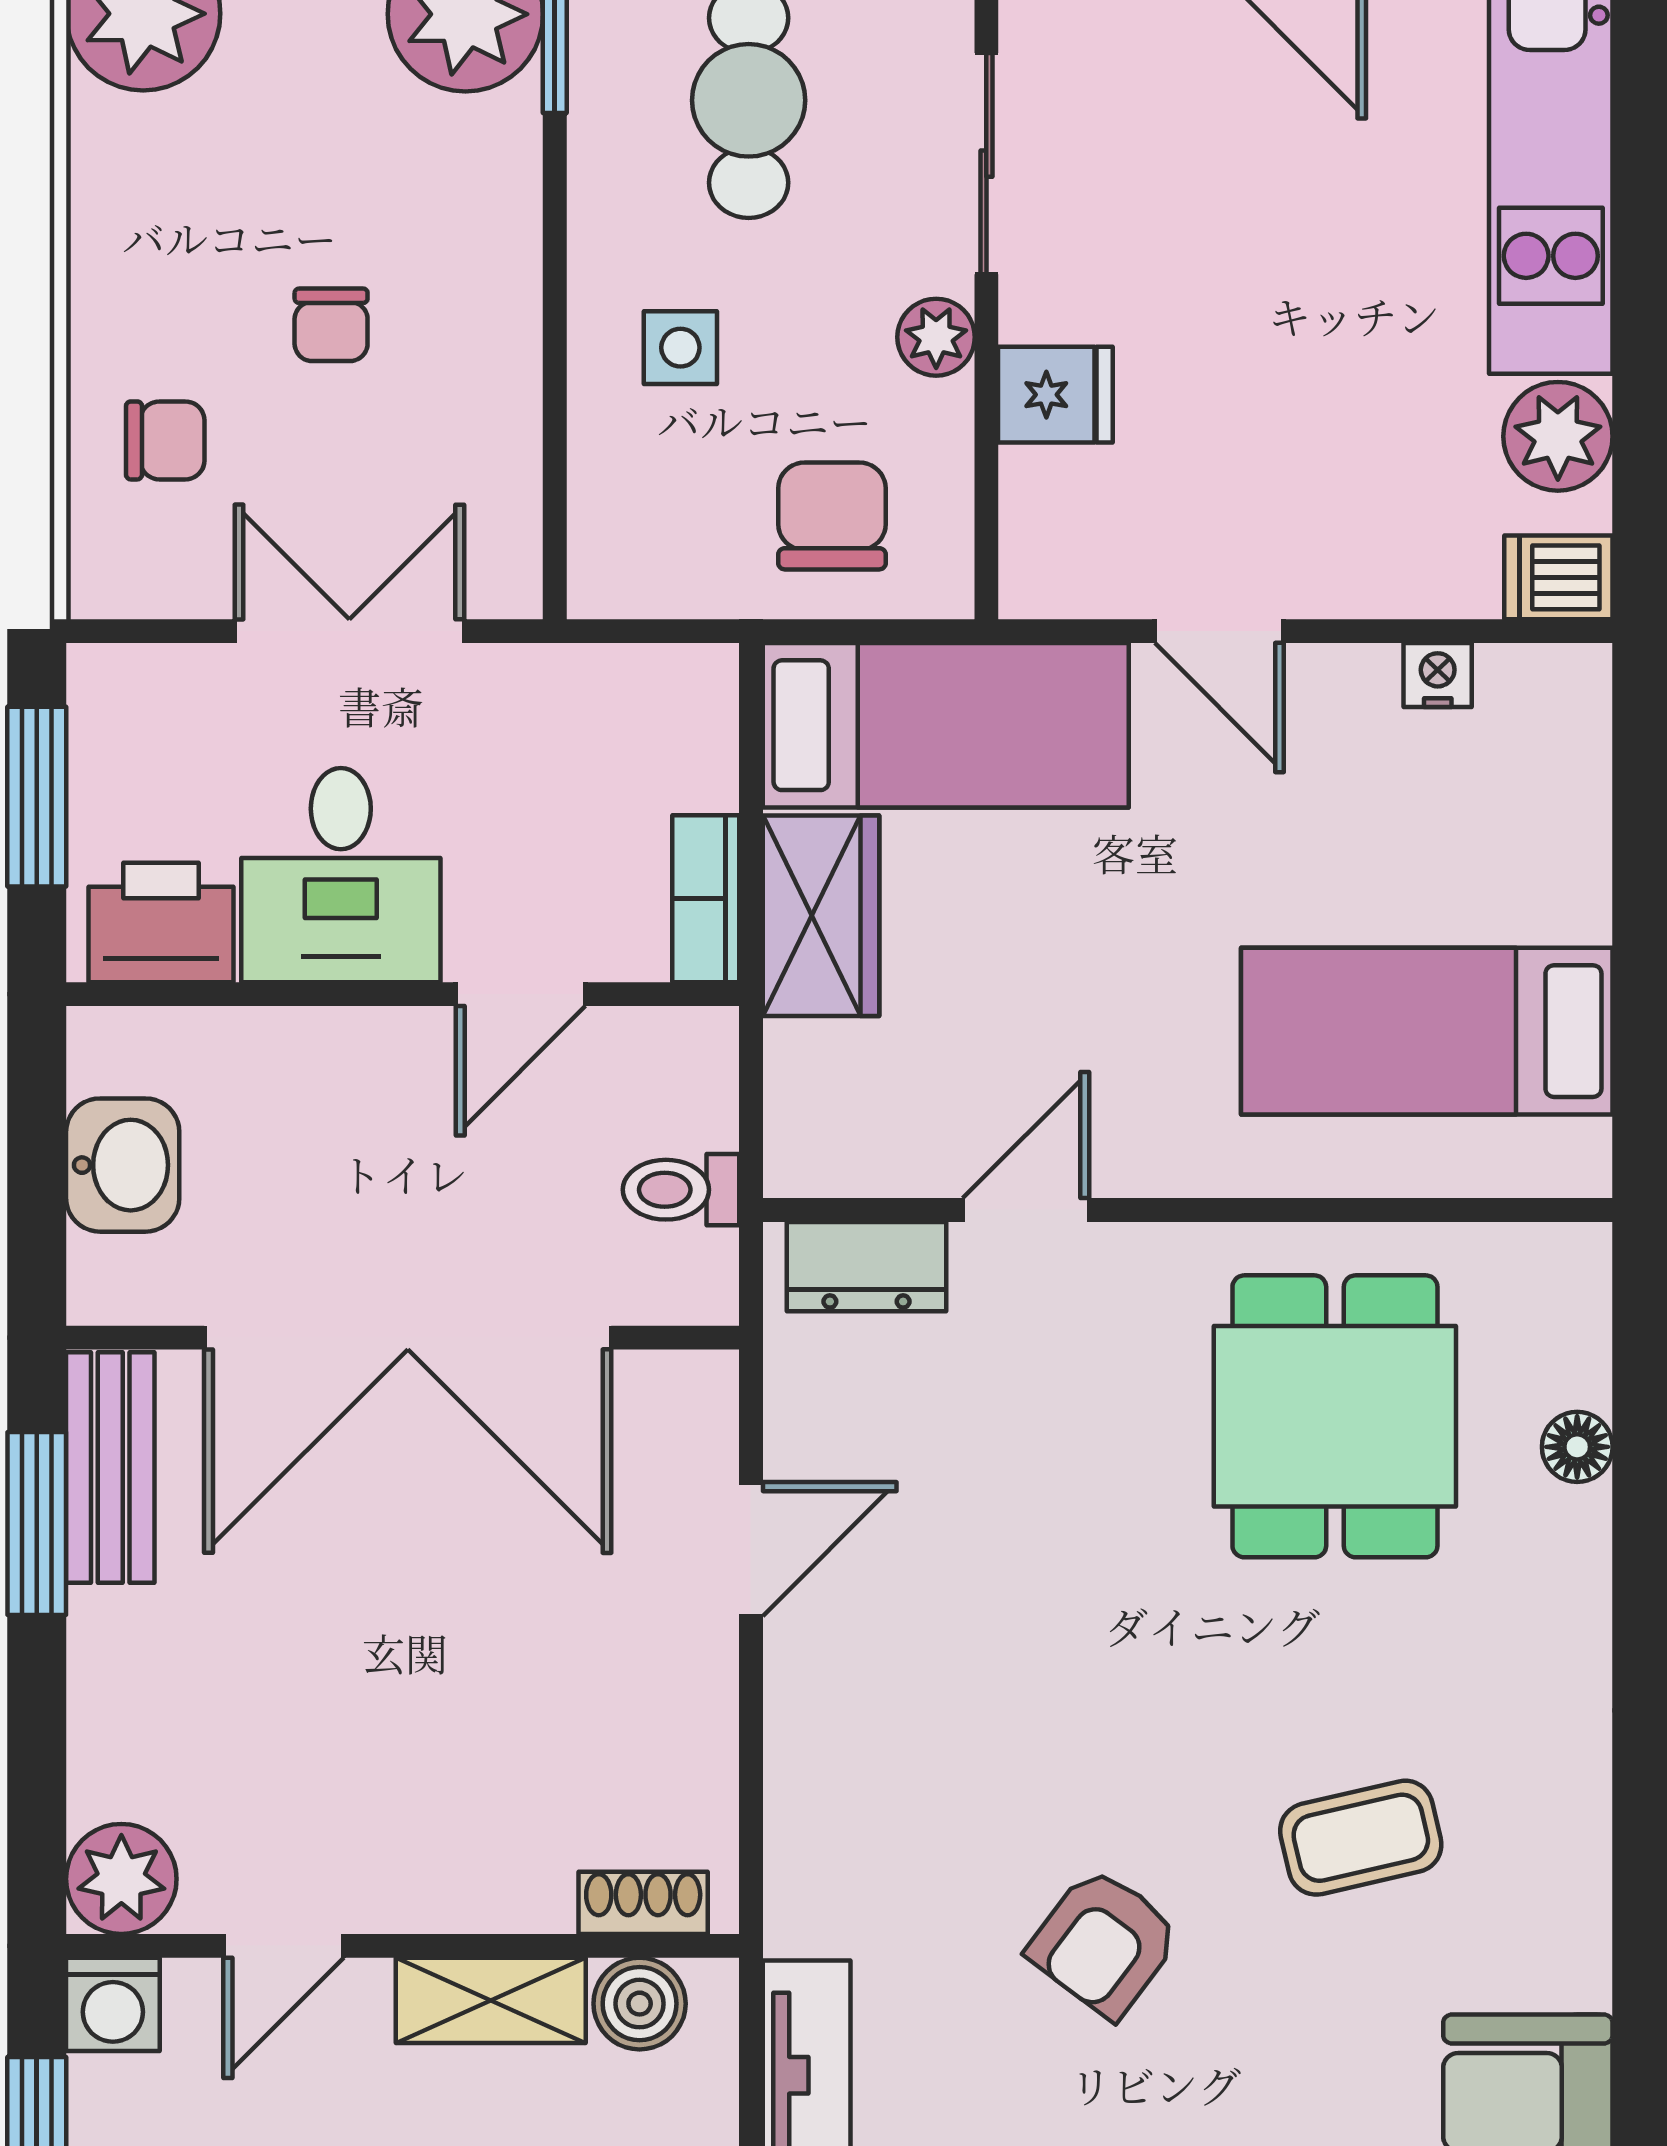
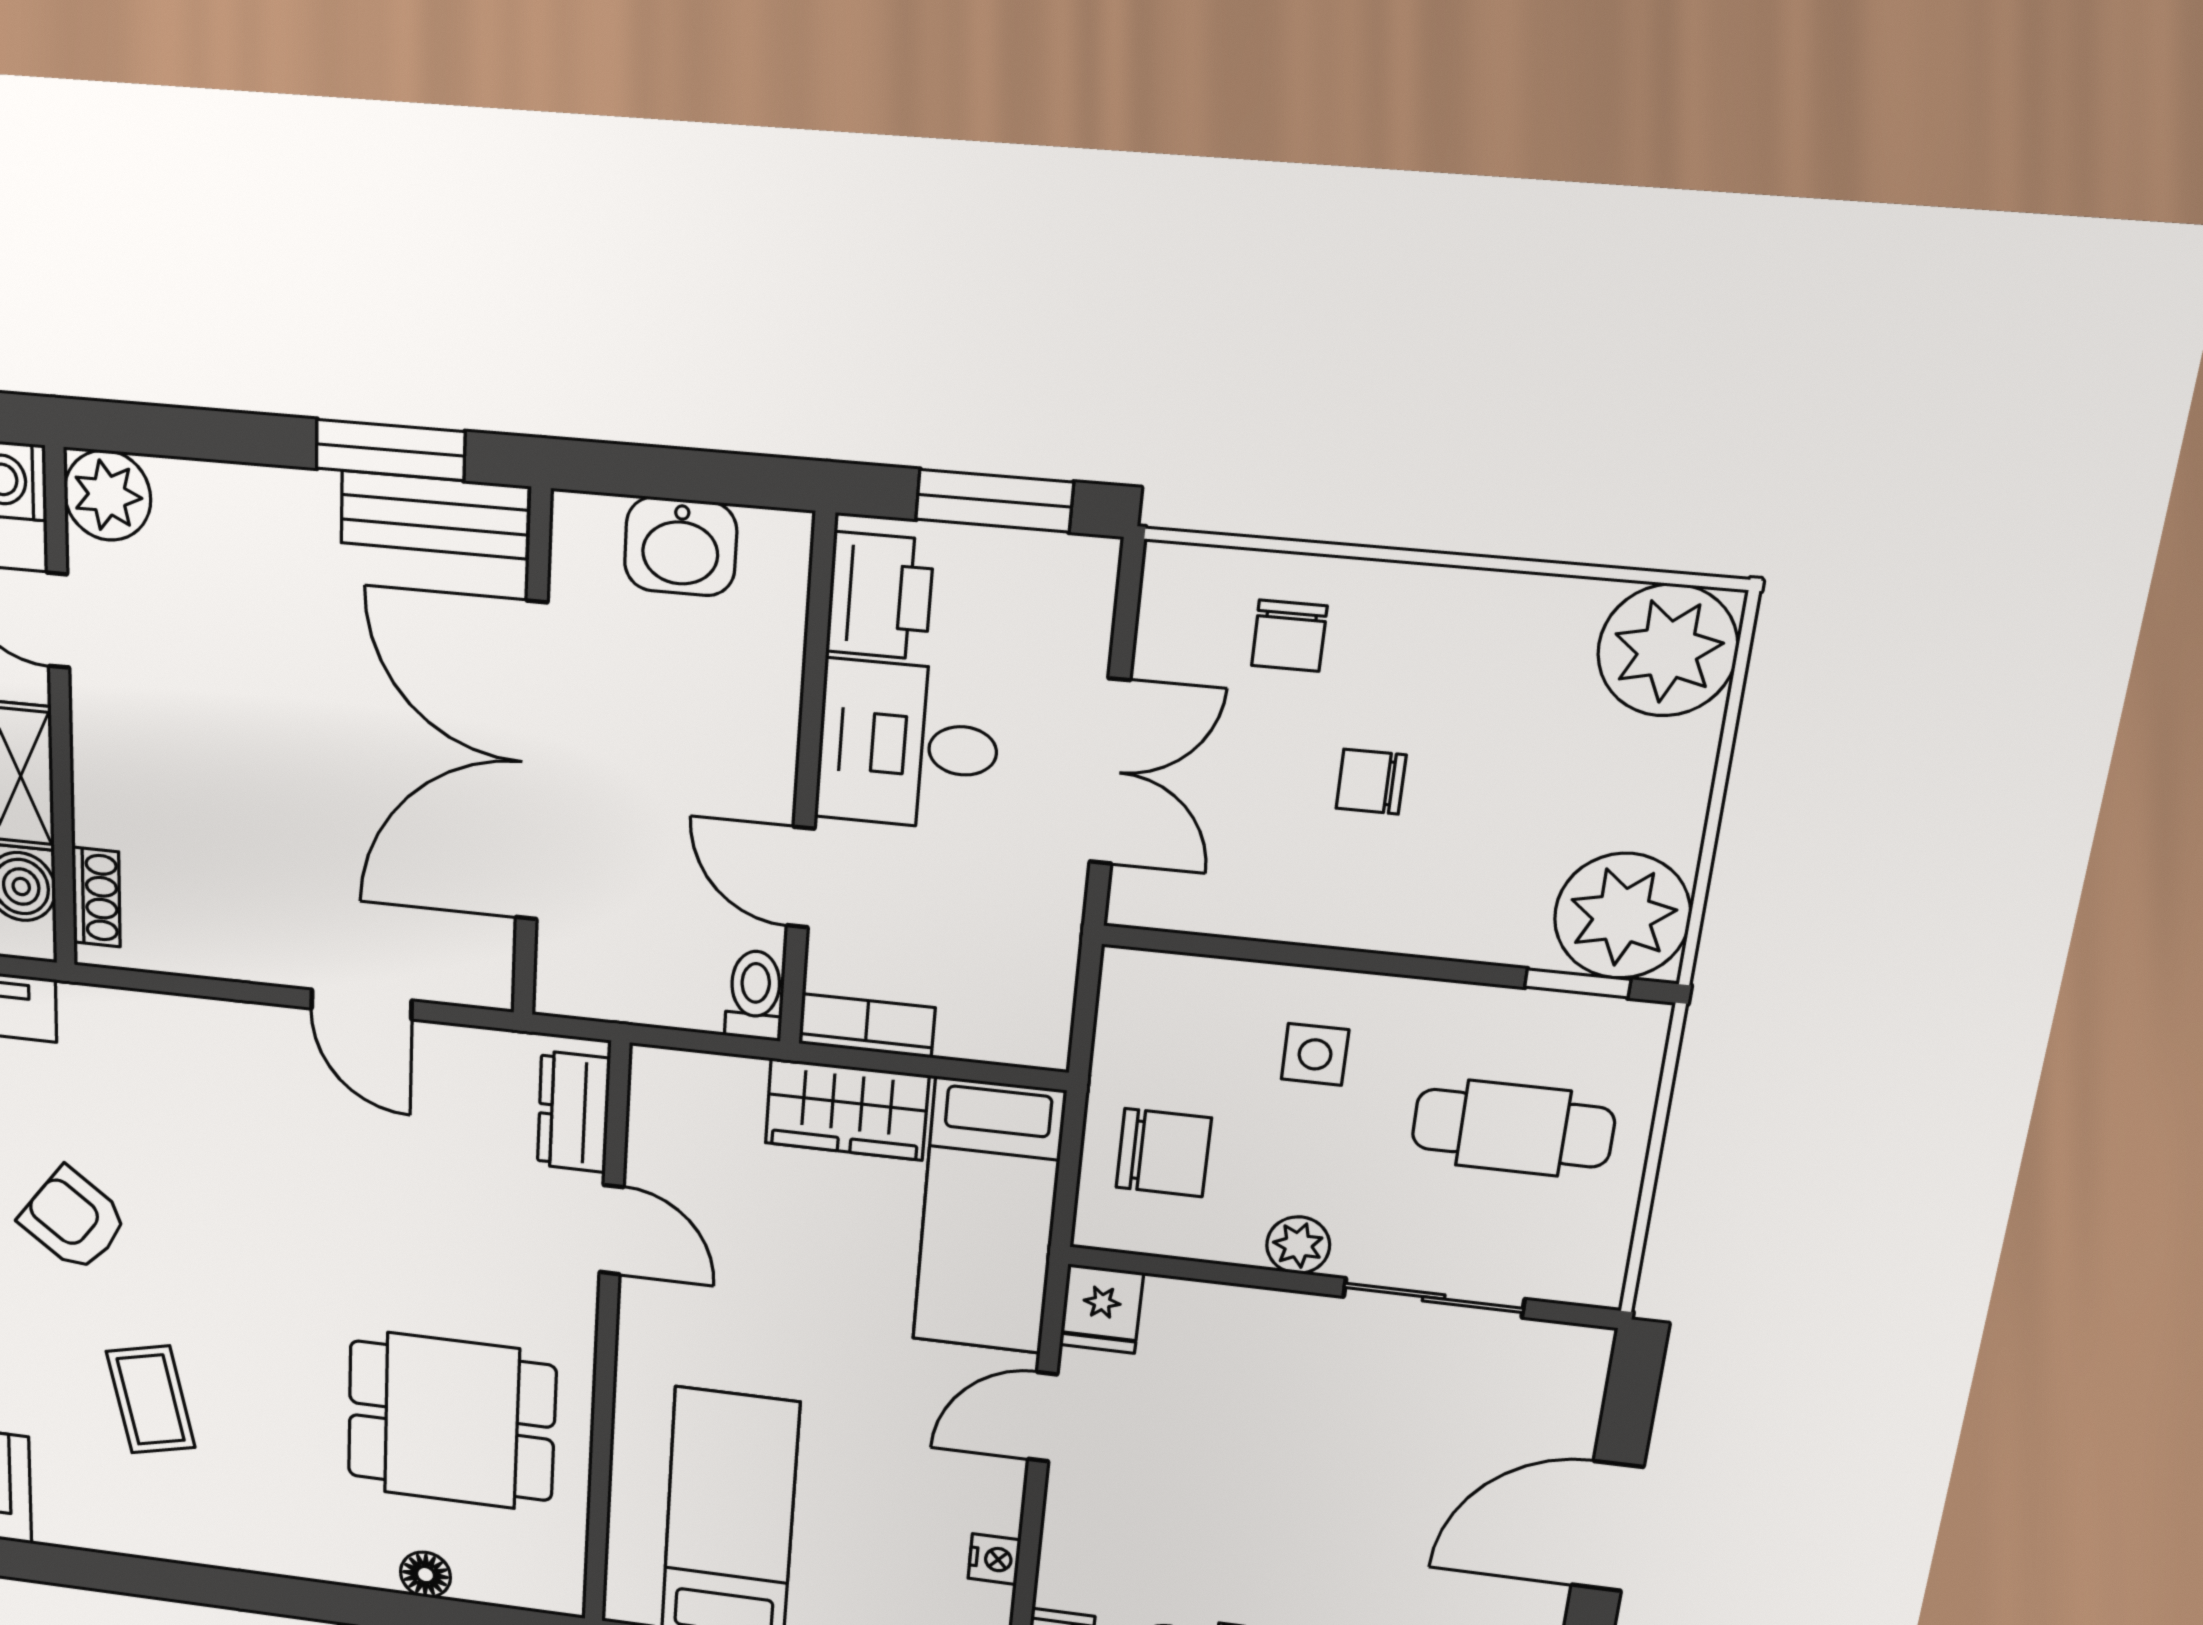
fridge: (1055, 395) -> (1101, 1309), moved
toilet: (681, 1190) -> (755, 995), moved

